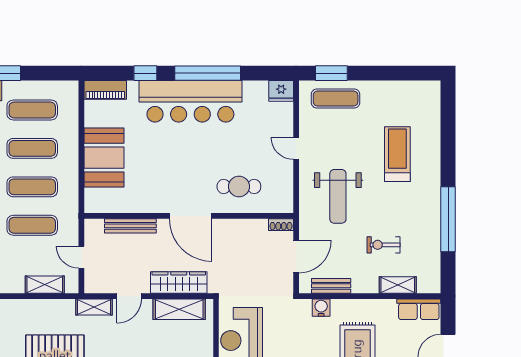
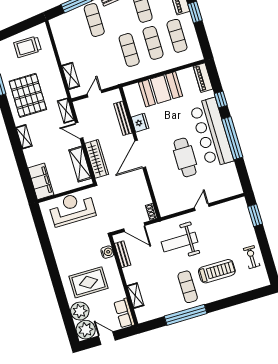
fridge: (281, 91) -> (140, 123), moved, turned 180
exercise mat: (336, 98) -> (188, 287), moved
cafe table: (239, 186) -> (185, 157), moved, width x1.37, depth x1.35
exercise mat: (32, 225) -> (105, 57), removed
exercise bike: (383, 245) -> (252, 257), moved

